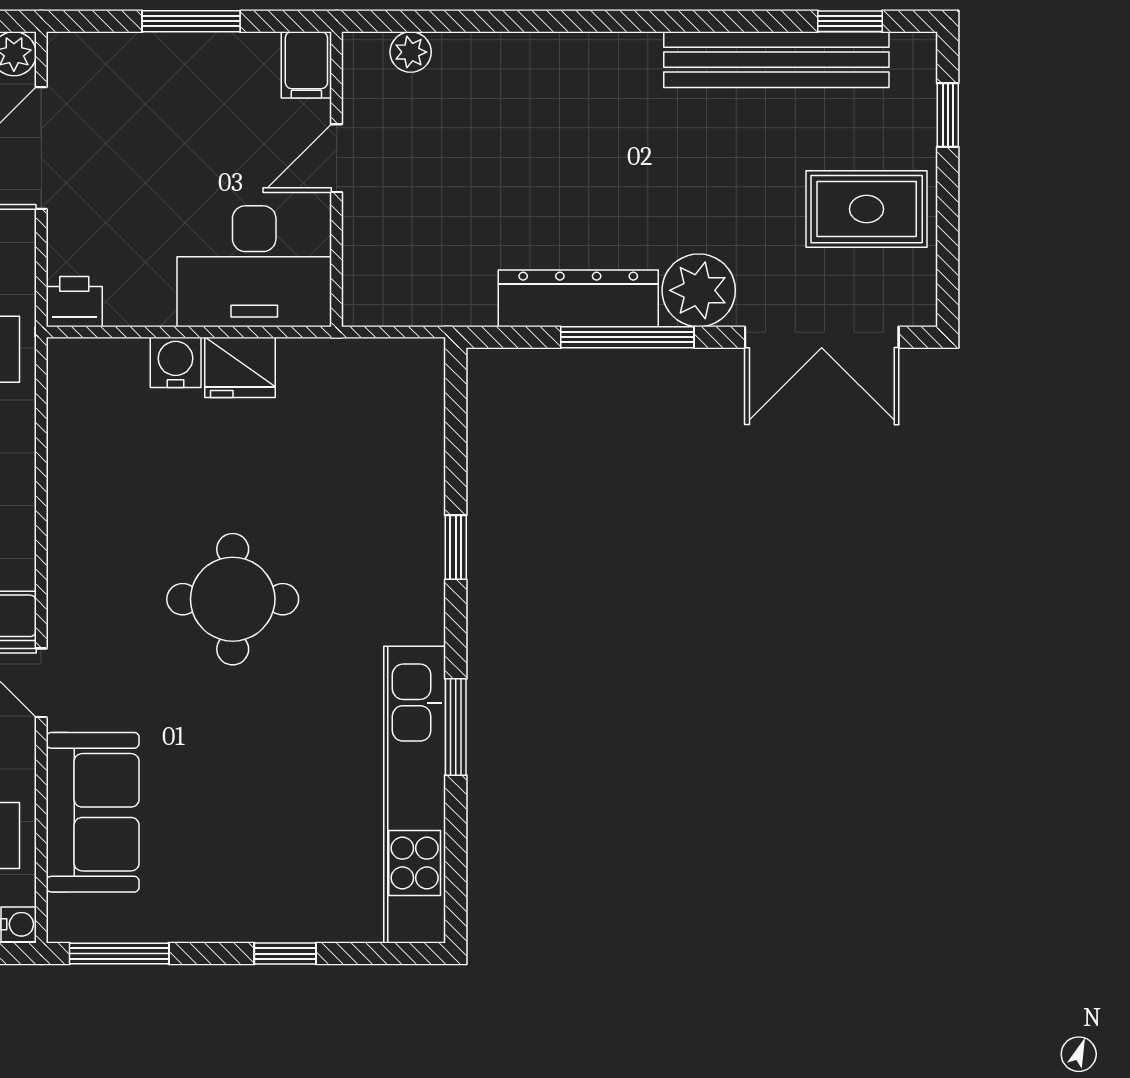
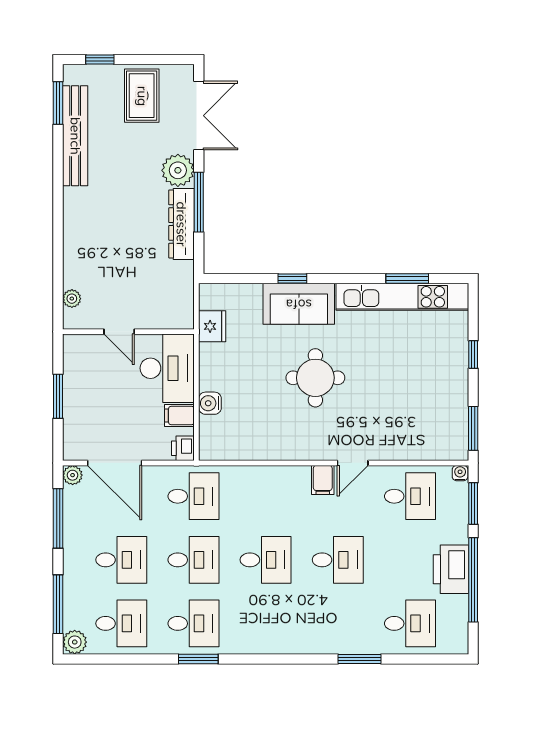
window: (850, 21) -> (58, 103), width x1.50
filing cabinet: (306, 65) -> (179, 416), moved, turned 180
fridge: (240, 367) -> (212, 326), moved
window: (456, 727) -> (407, 279), moved
sofa: (93, 812) -> (299, 304), moved, turned 180

